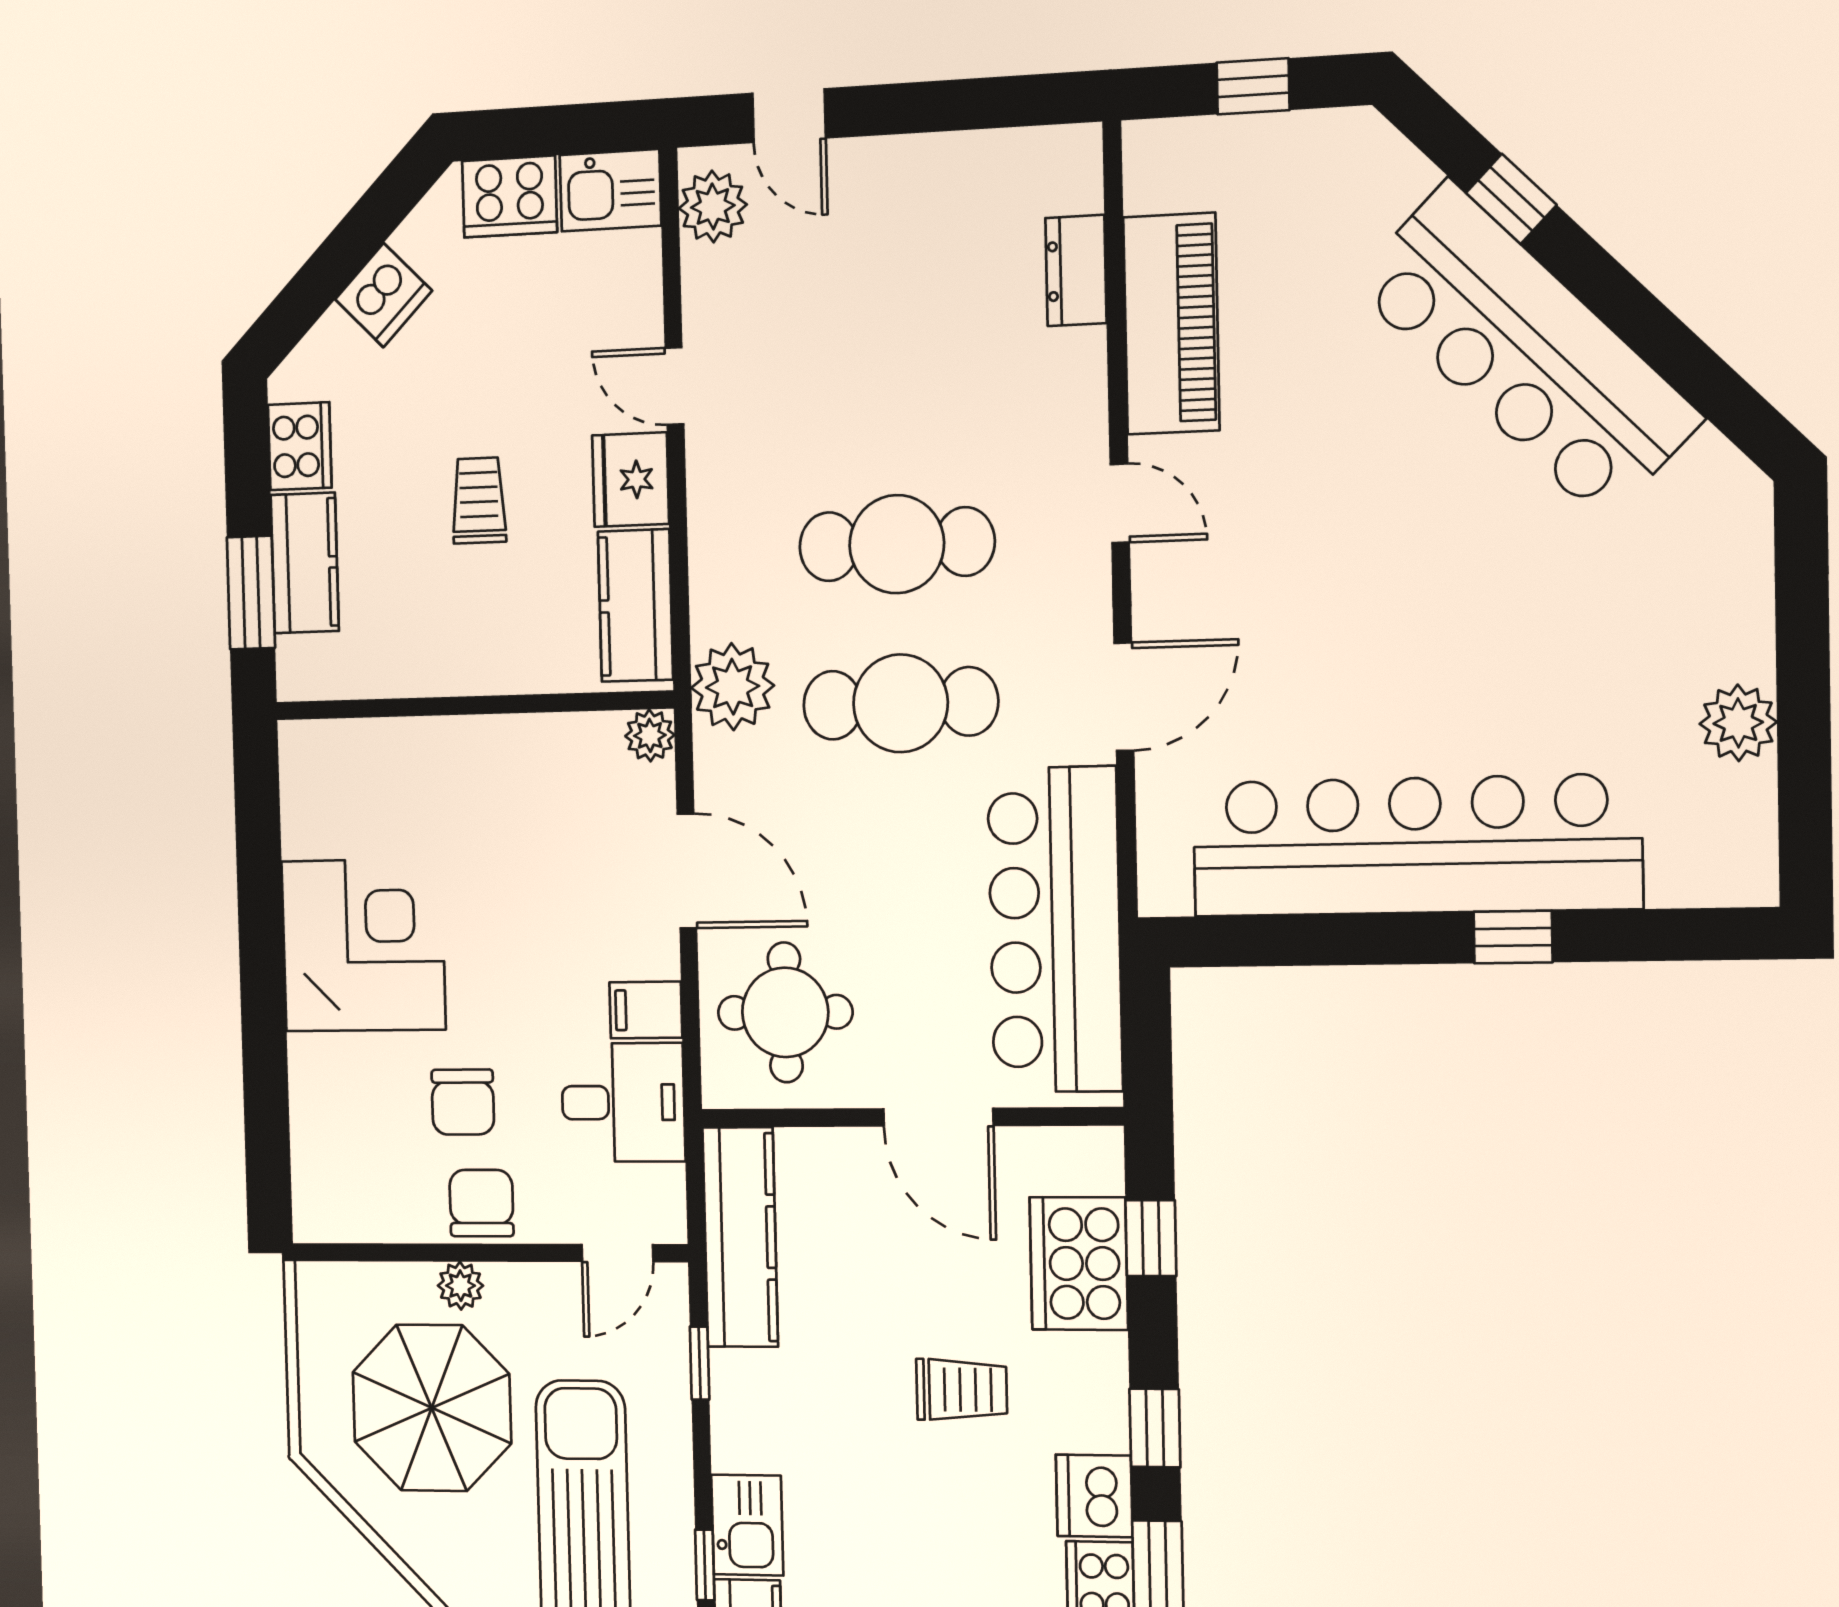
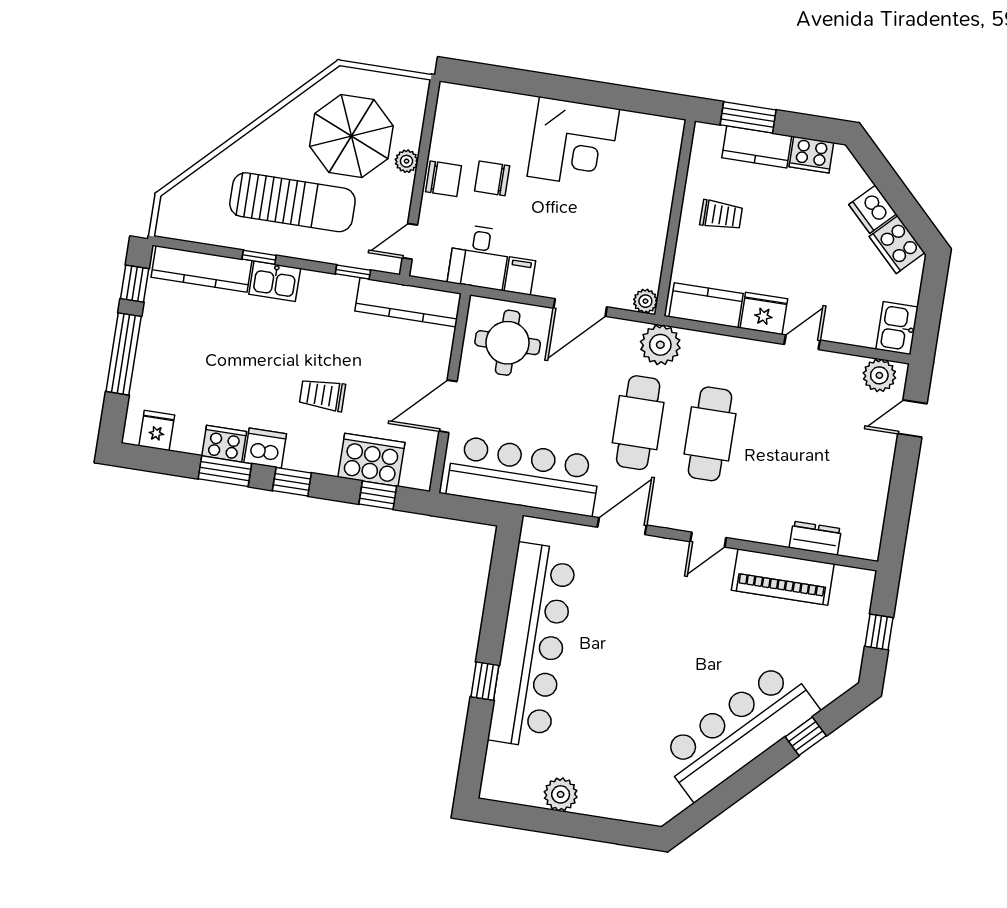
cooker: (510, 196) -> (897, 245), moved, turned -45
trolley: (479, 500) -> (721, 215), moved
door: (1124, 697) -> (622, 526), swing flipped
door: (617, 1253) -> (410, 241), hinge flipped
trolley: (962, 1390) -> (322, 395), turned 90

